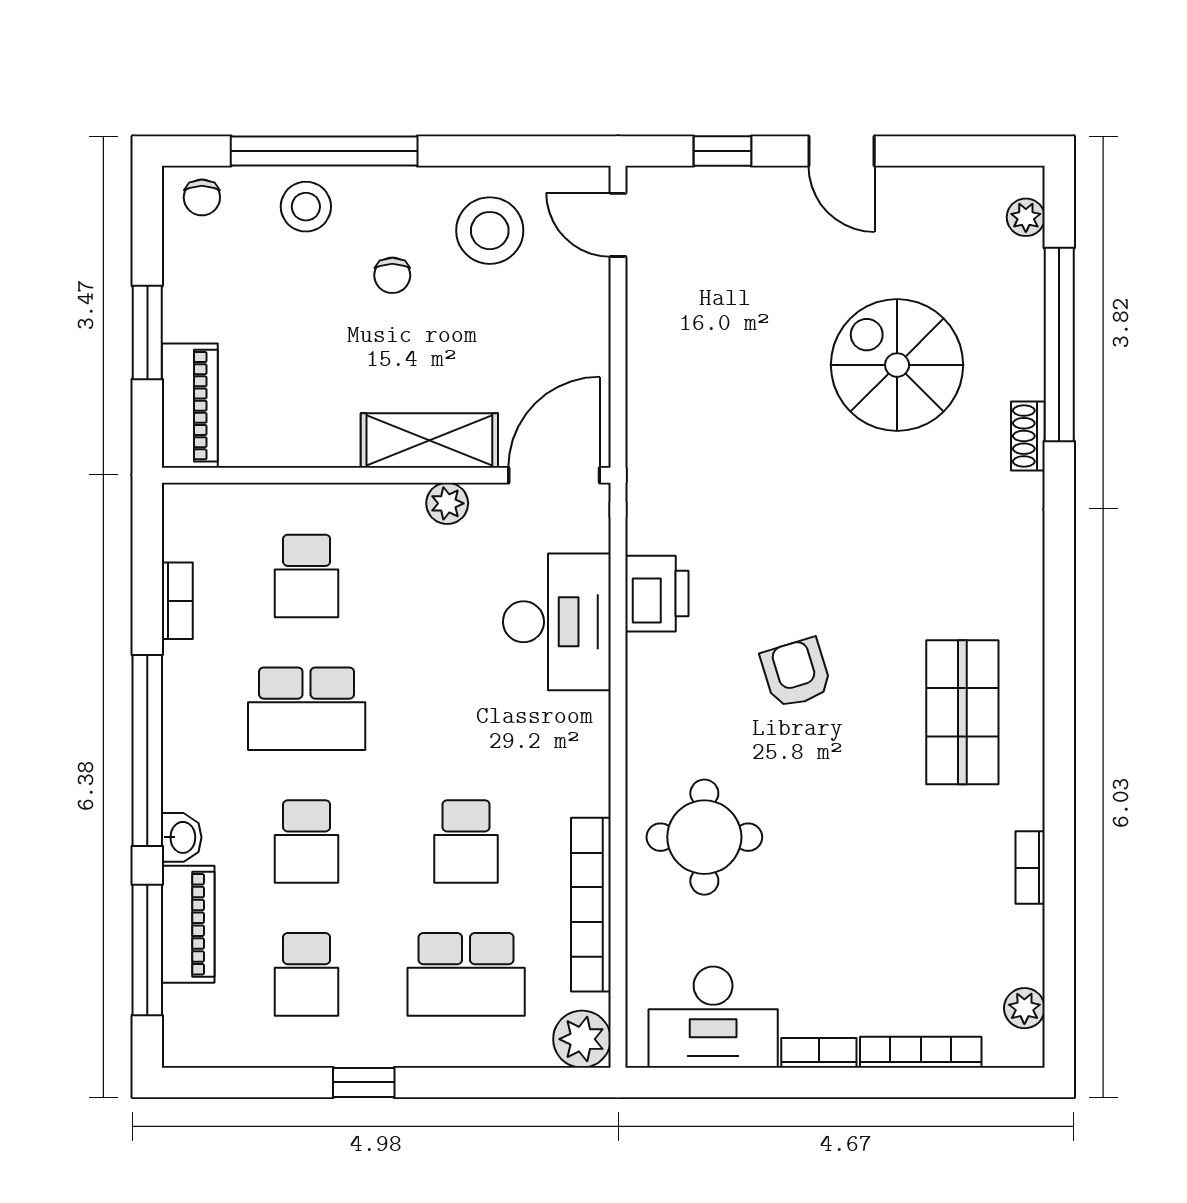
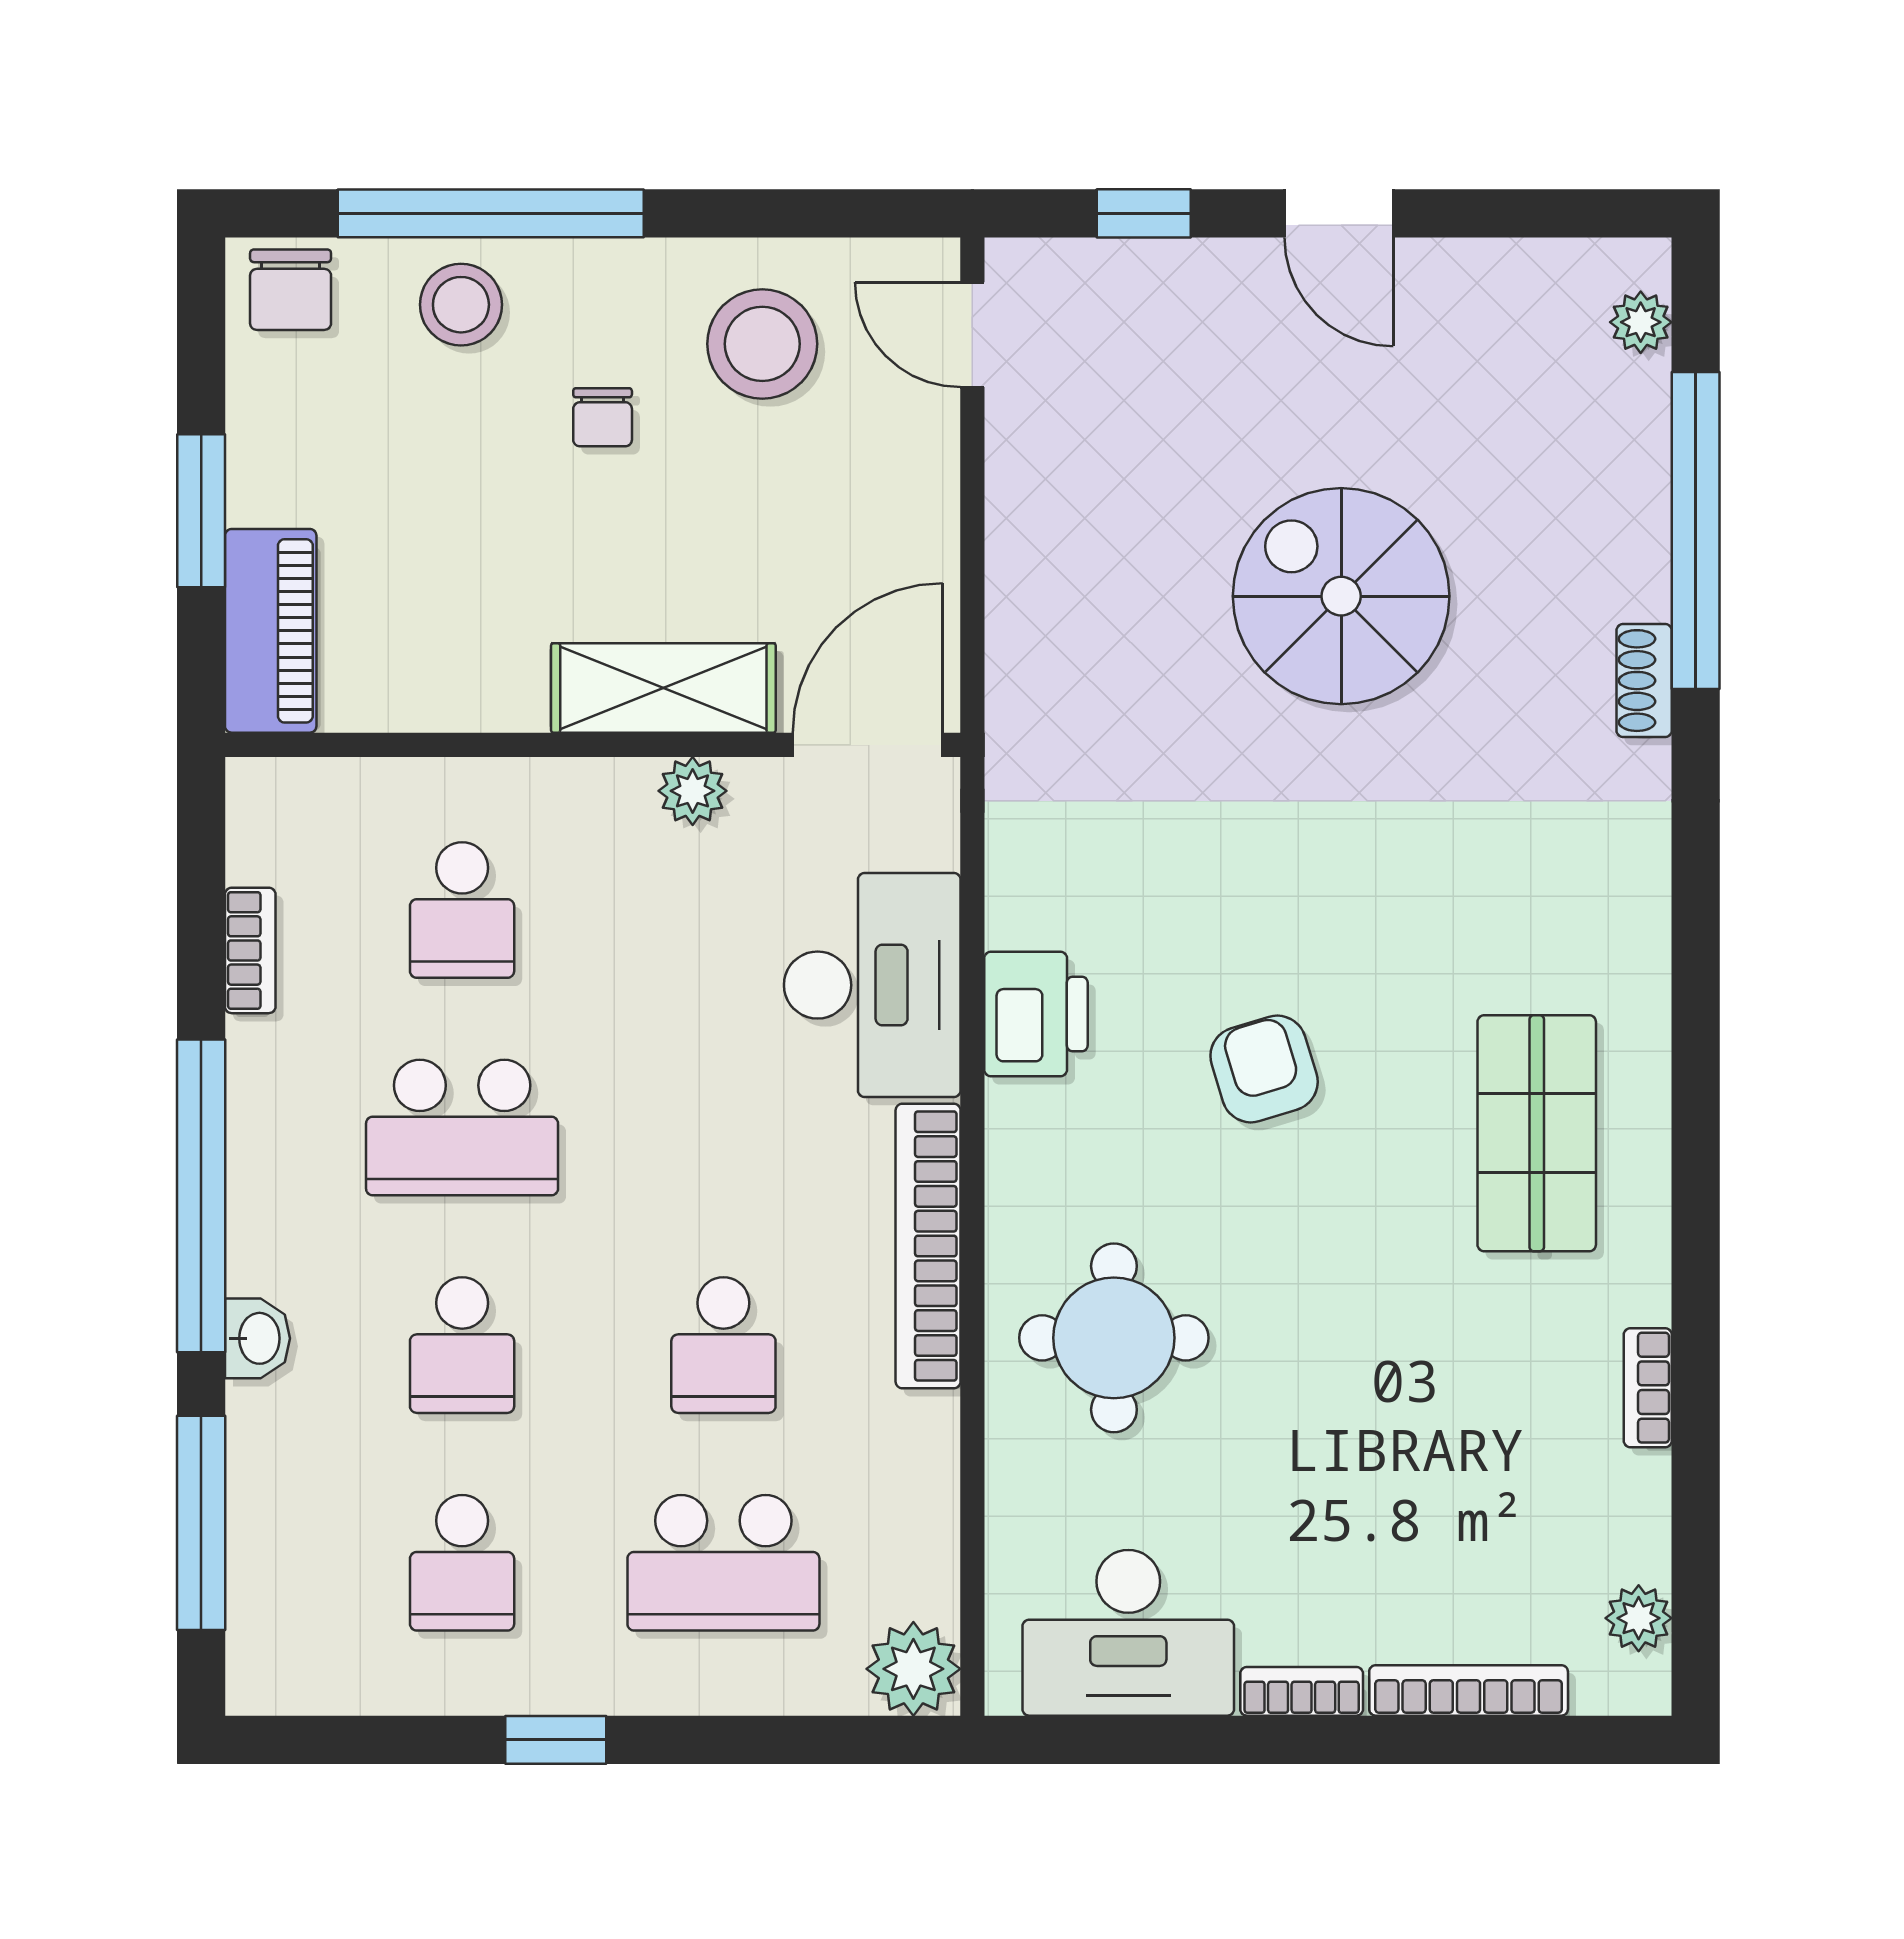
chair: (202, 197) -> (291, 290), width x1.37, depth x1.37
spiral stairs: (897, 365) -> (1341, 596), moved
printer: (657, 594) -> (1036, 1014), moved
bookcase: (591, 905) -> (928, 1246), moved
piano: (188, 924) -> (268, 1481), removed

